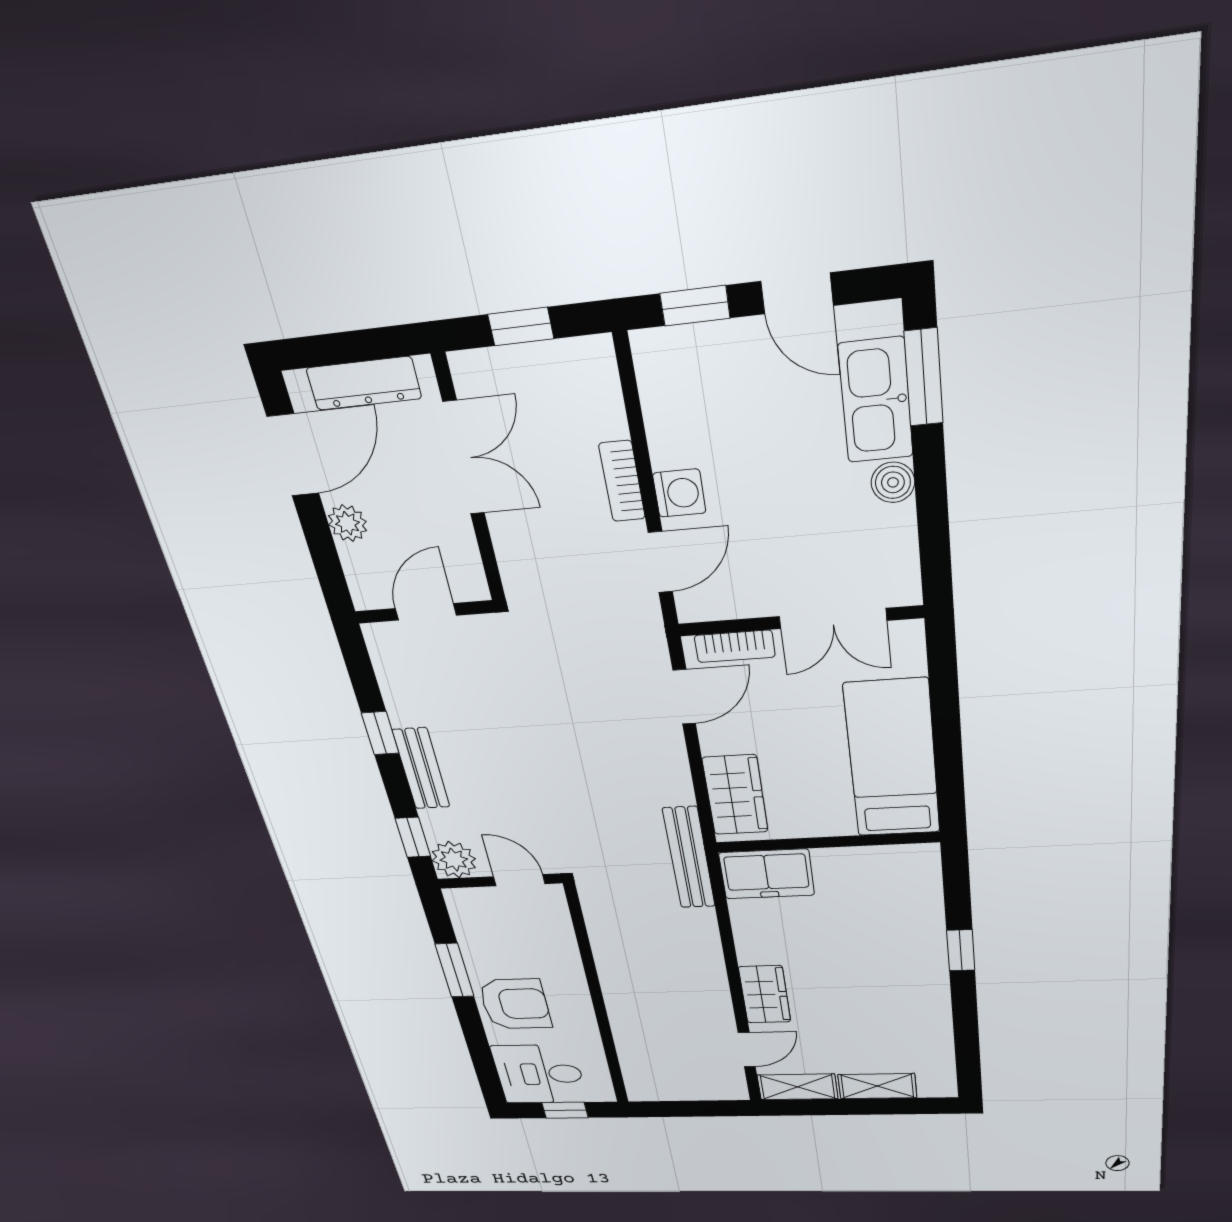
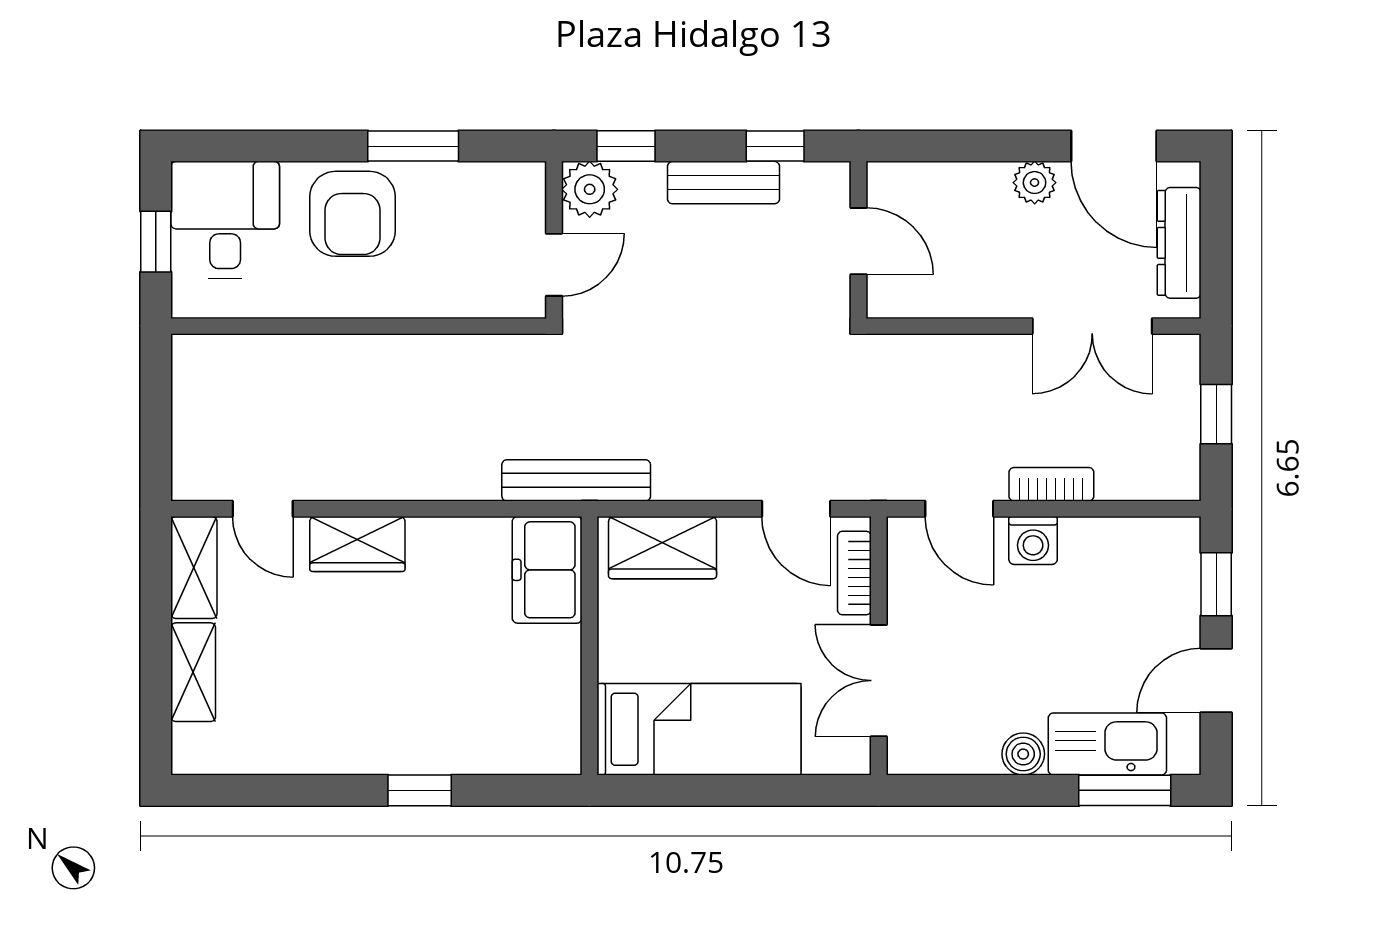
wall: (425, 612) -> (858, 240), moved
door: (426, 612) -> (858, 241), moved

